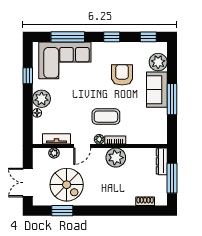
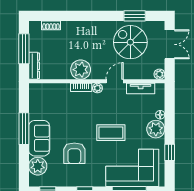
coffee table: (106, 117) -> (111, 133), moved
plant: (54, 153) -> (159, 74), moved

